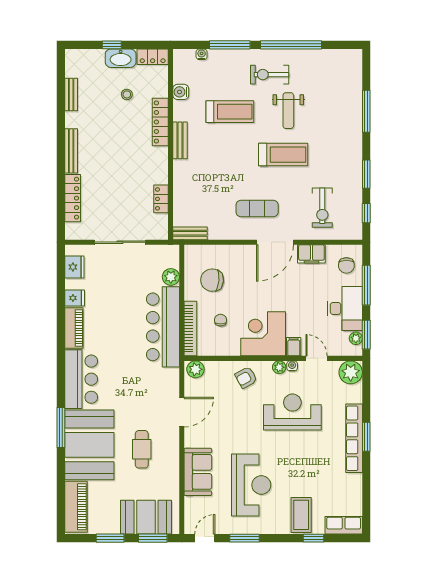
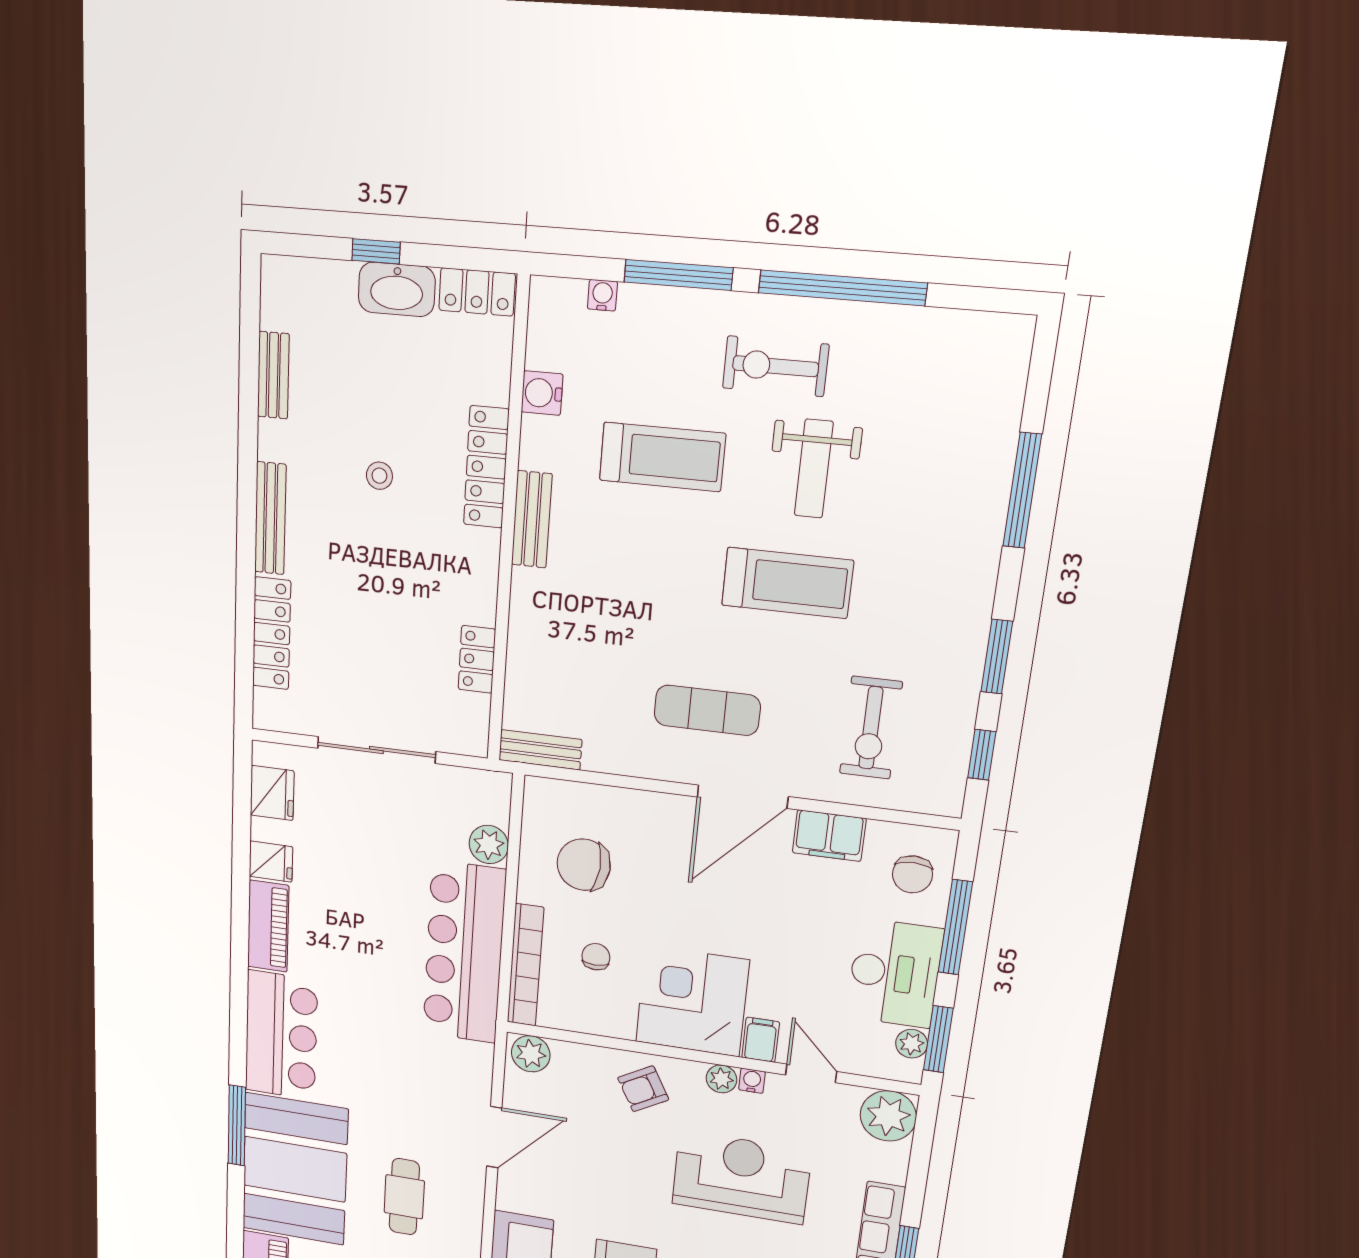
stool: (127, 94) -> (379, 476), moved

